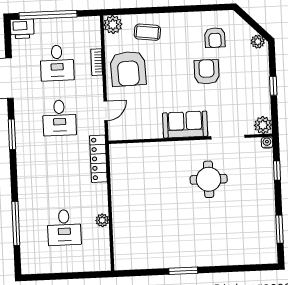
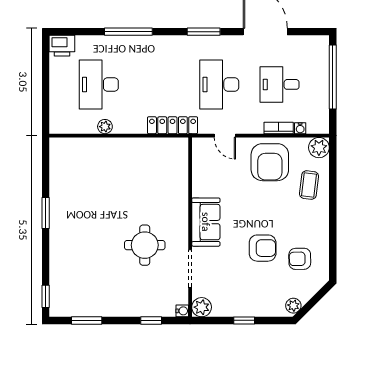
printer: (22, 29) -> (62, 46), moved, turned -90
water cooler: (96, 42) -> (300, 128), added
armchair: (128, 69) -> (270, 162), turned -88
desk: (59, 118) -> (219, 84), width x1.37
window: (16, 223) -> (128, 32), moved
desk: (64, 227) -> (99, 84), width x1.37
window: (259, 267) -> (46, 296), added

